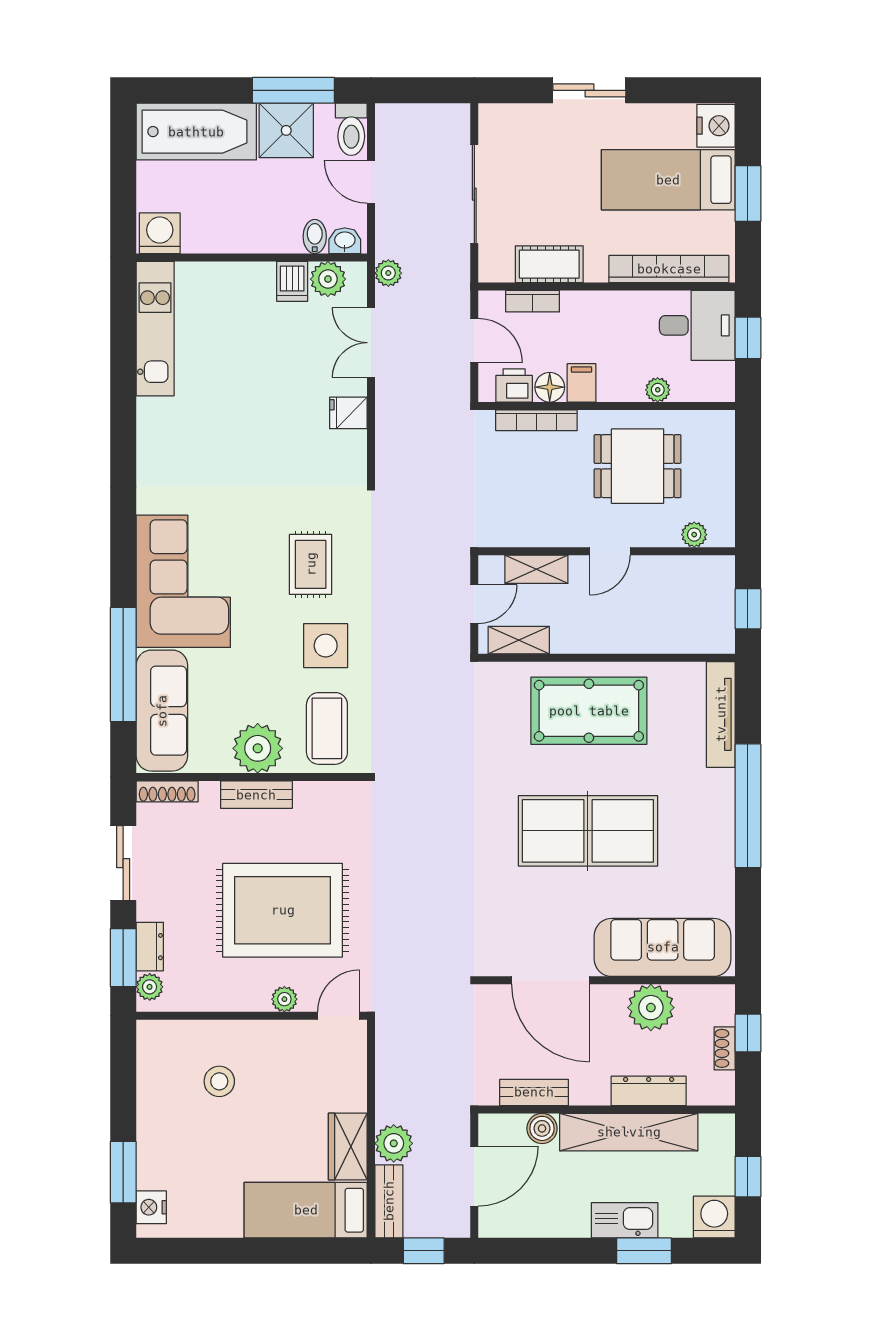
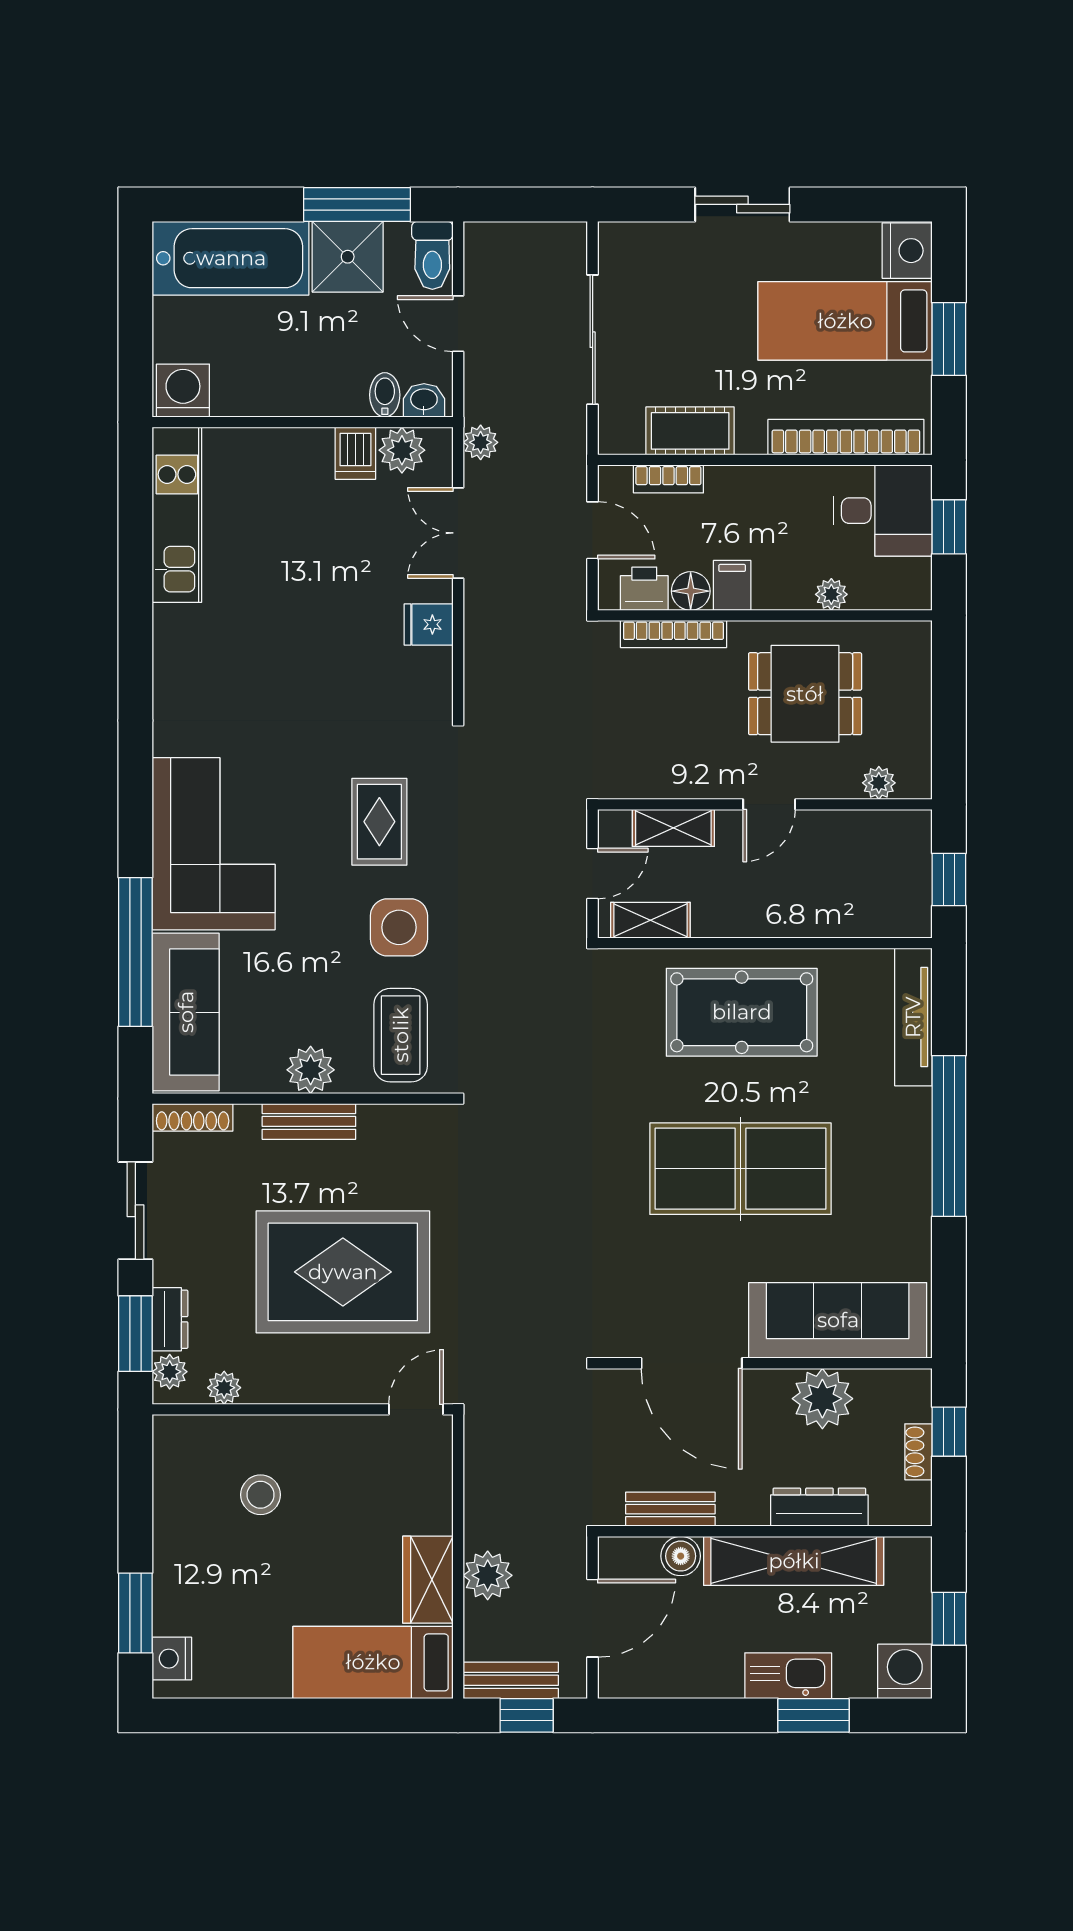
plant: (258, 748) -> (311, 1070), width x0.73, depth x0.73
plant: (284, 999) -> (224, 1388), moved
bench: (389, 1201) -> (511, 1680), moved, turned 90

